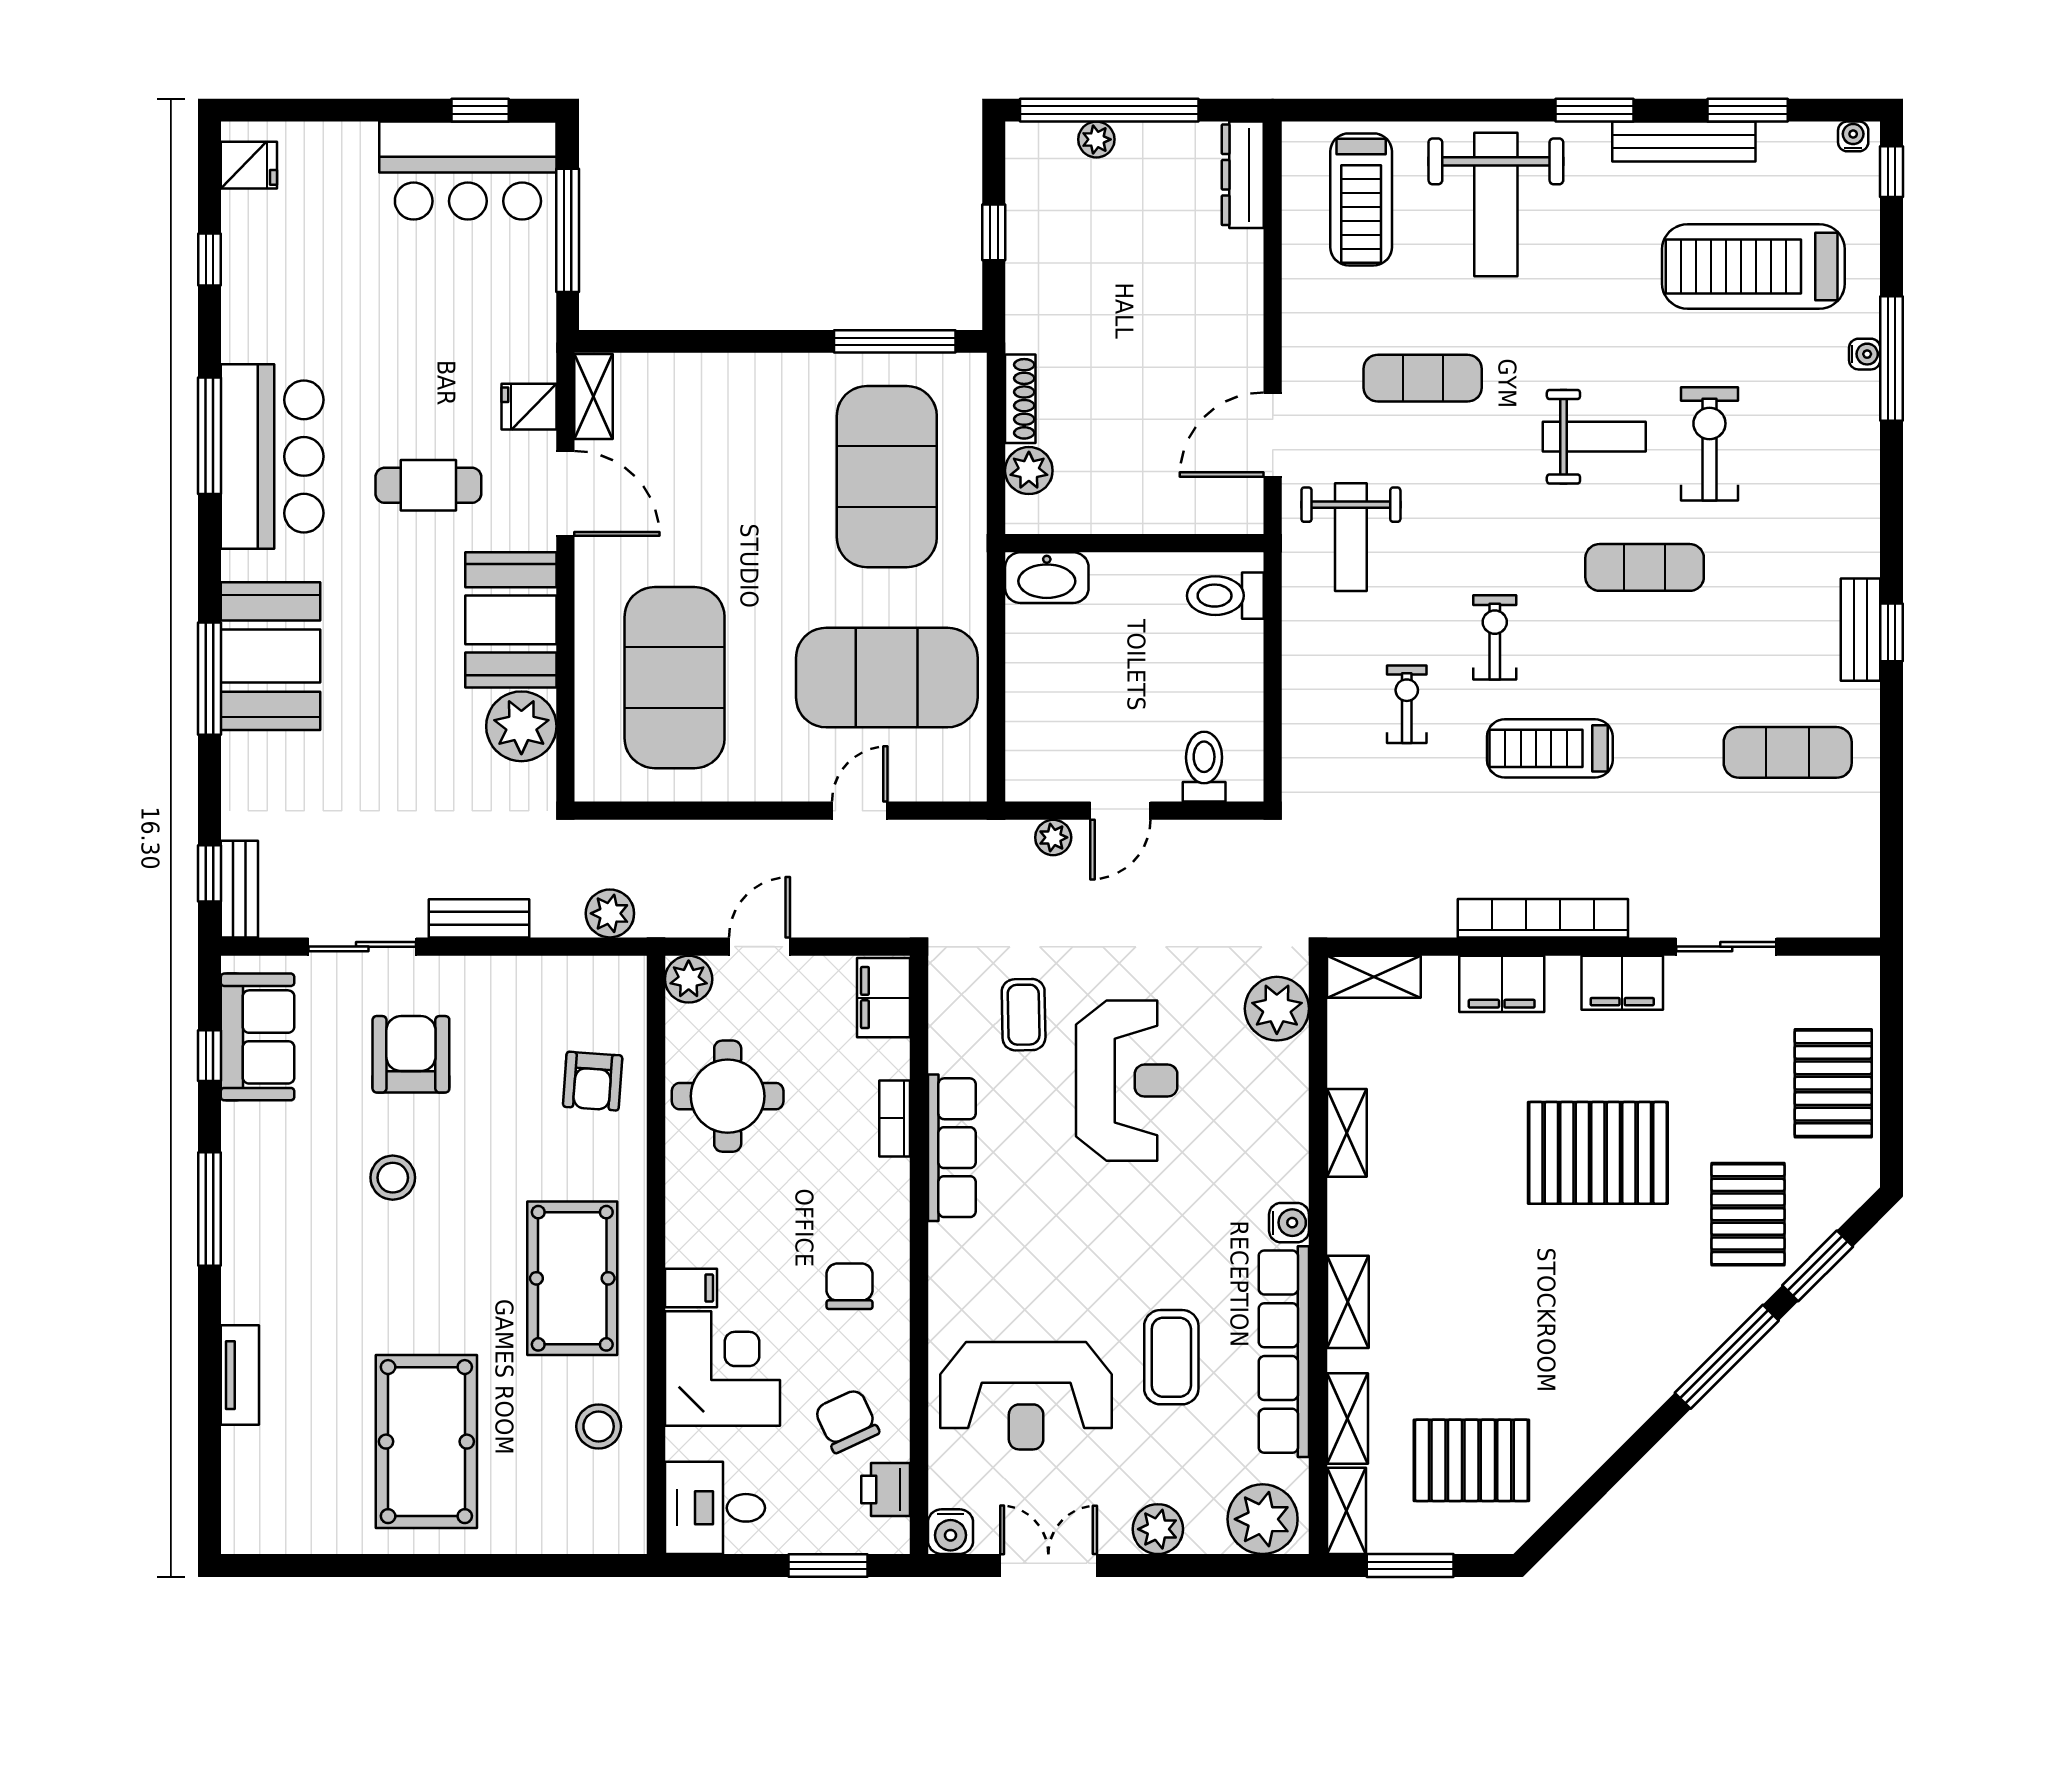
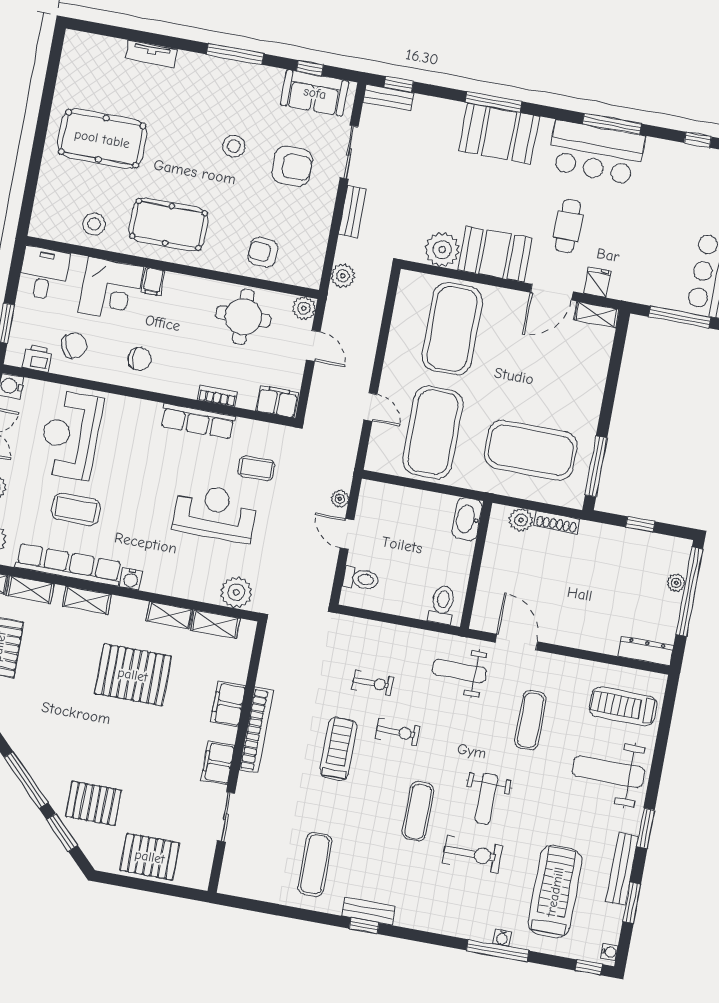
exercise mat: (675, 678) -> (452, 329), turned 90
shelving: (1374, 977) -> (215, 624), moved, turned 90
reception desk: (1127, 1081) -> (215, 513), turned 180
pallet: (1598, 1153) -> (133, 675), moved, turned 90

